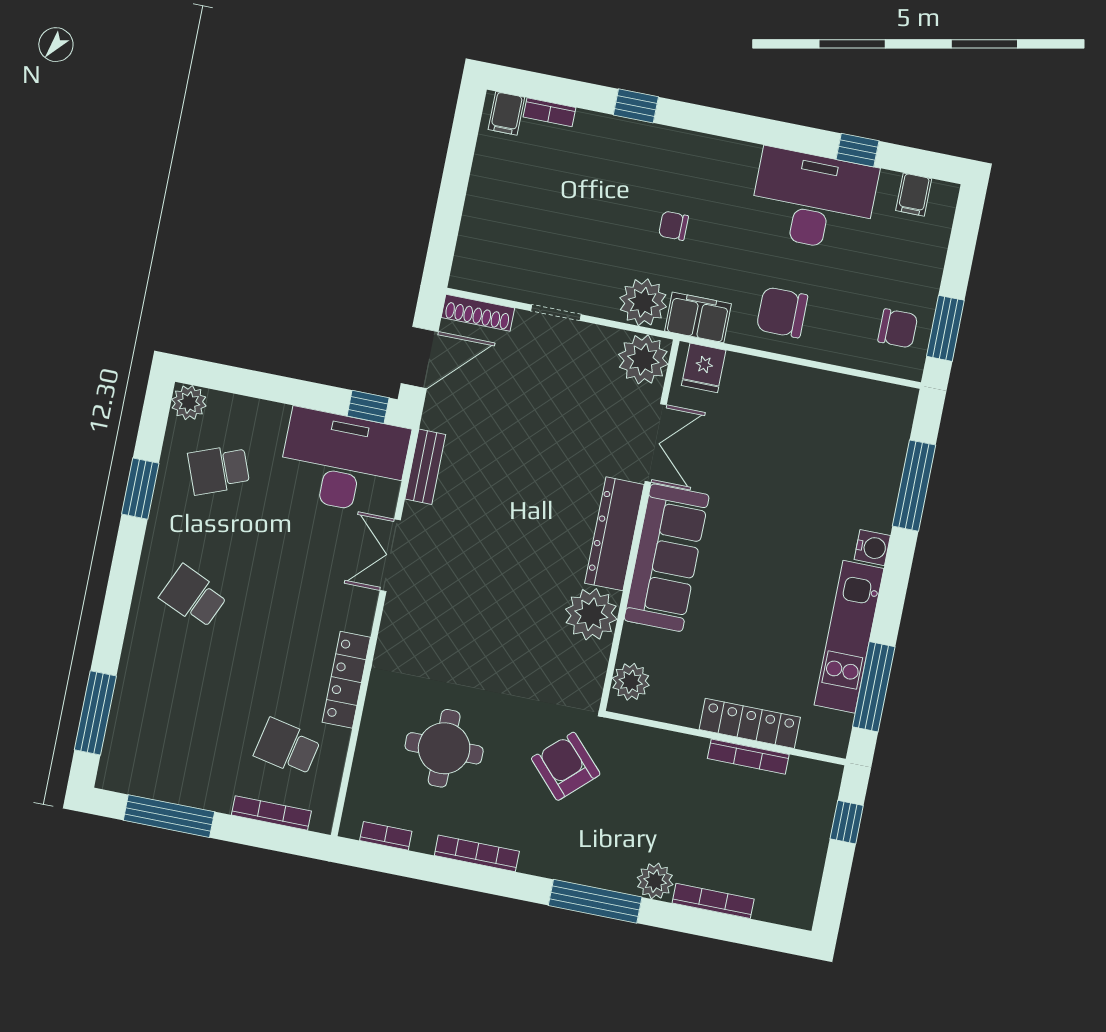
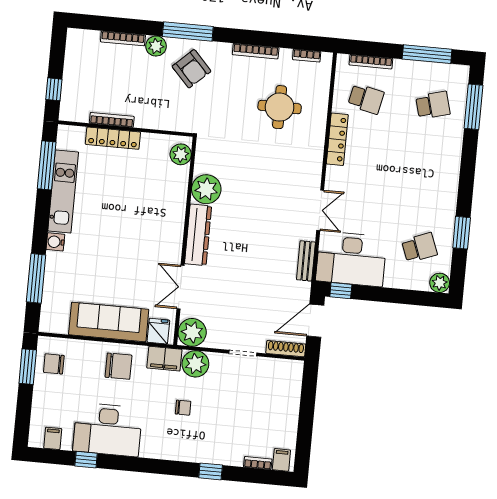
sofa: (667, 558) -> (109, 322), moved, turned 90
school desk: (193, 596) -> (433, 105), moved, turned -39
armchair: (566, 766) -> (192, 69), moved

